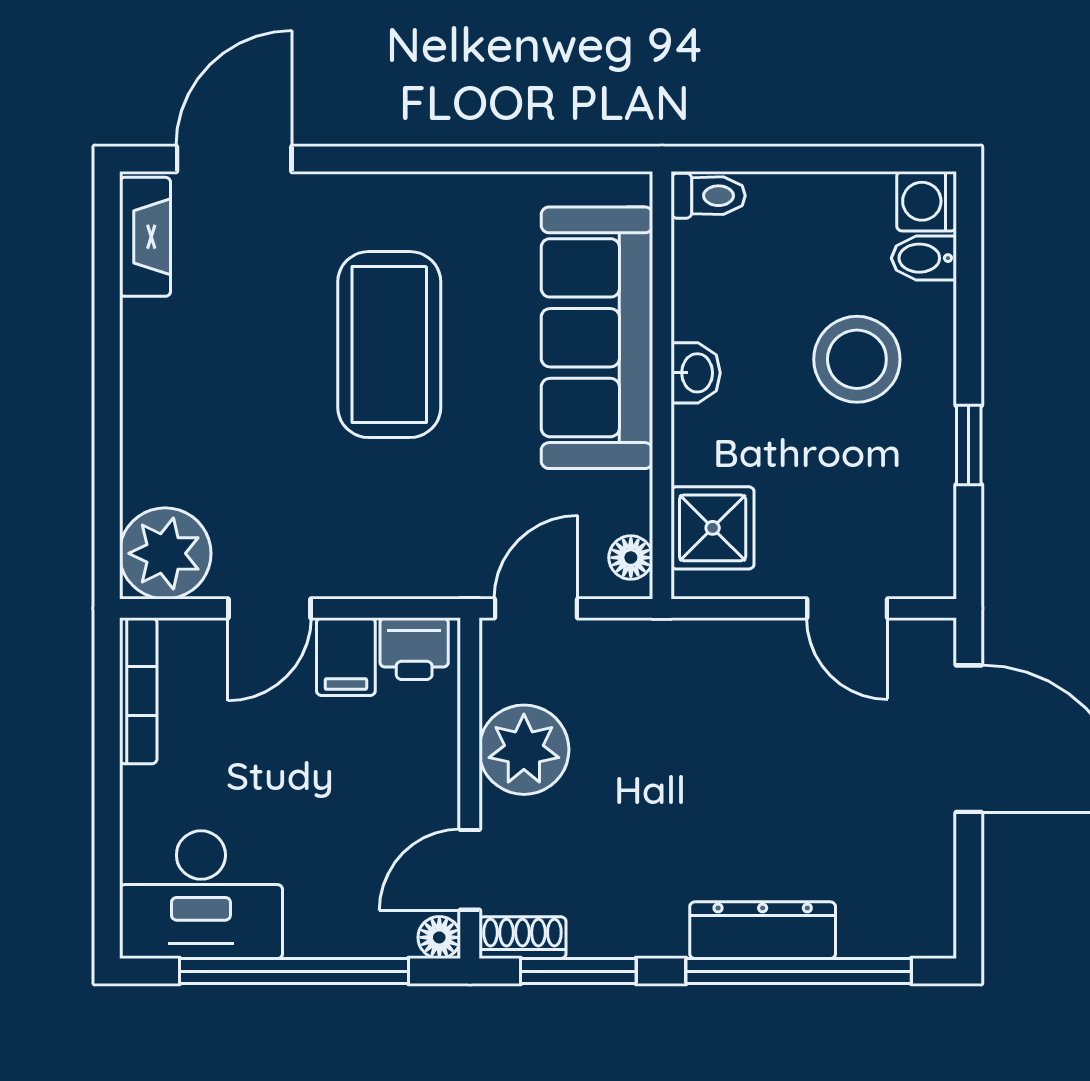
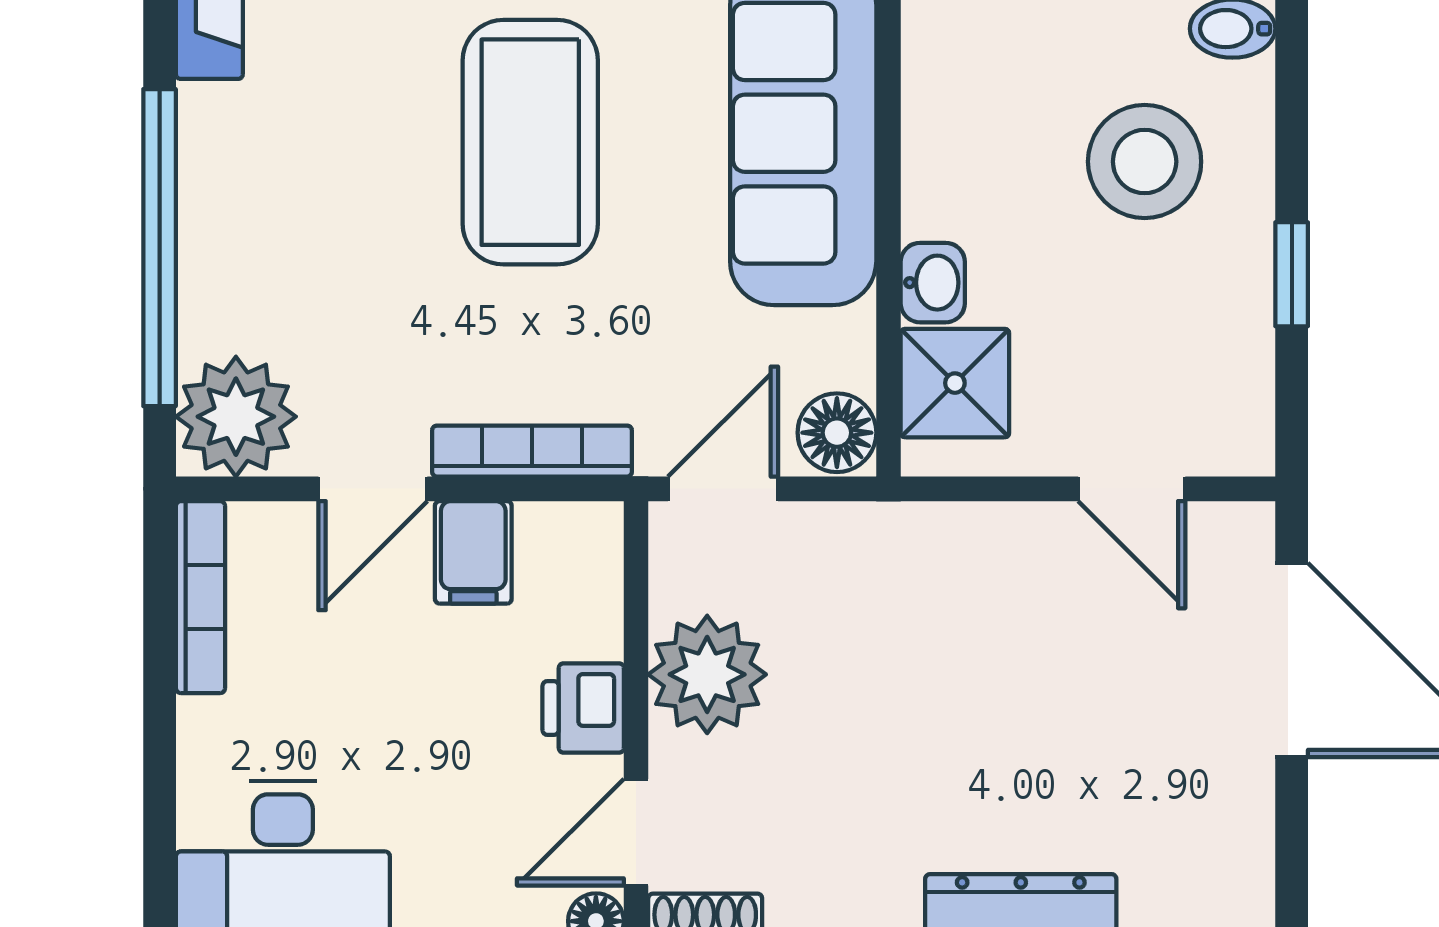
washbasin: (696, 373) -> (933, 283), moved
window: (107, 425) -> (160, 248), added
floor lamp: (631, 558) -> (837, 433), width x1.37, depth x1.37
bookcase: (391, 580) -> (532, 451), added
printer: (414, 649) -> (583, 708), moved, turned 90

